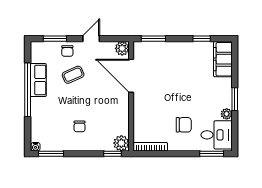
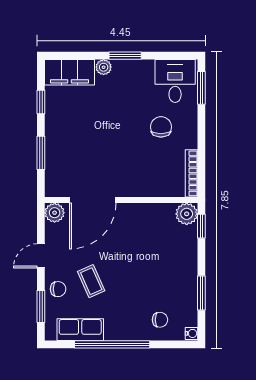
door: (91, 39) -> (41, 256), hinge flipped
window: (153, 39) -> (41, 153), moved
row of seats: (38, 80) -> (80, 330), moved
plant: (227, 114) -> (104, 67), moved
chair: (80, 126) -> (160, 320), moved
window: (51, 154) -> (201, 293), moved

